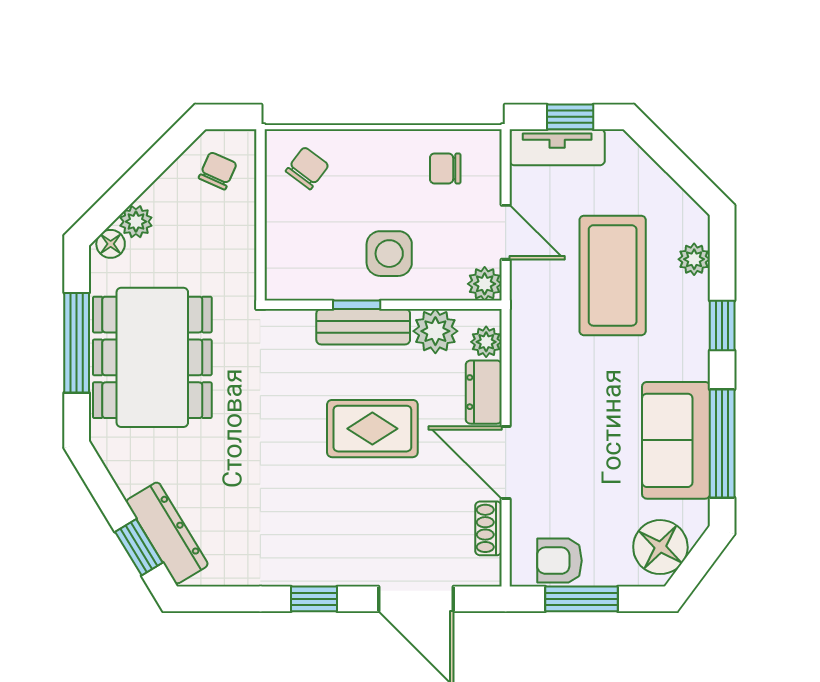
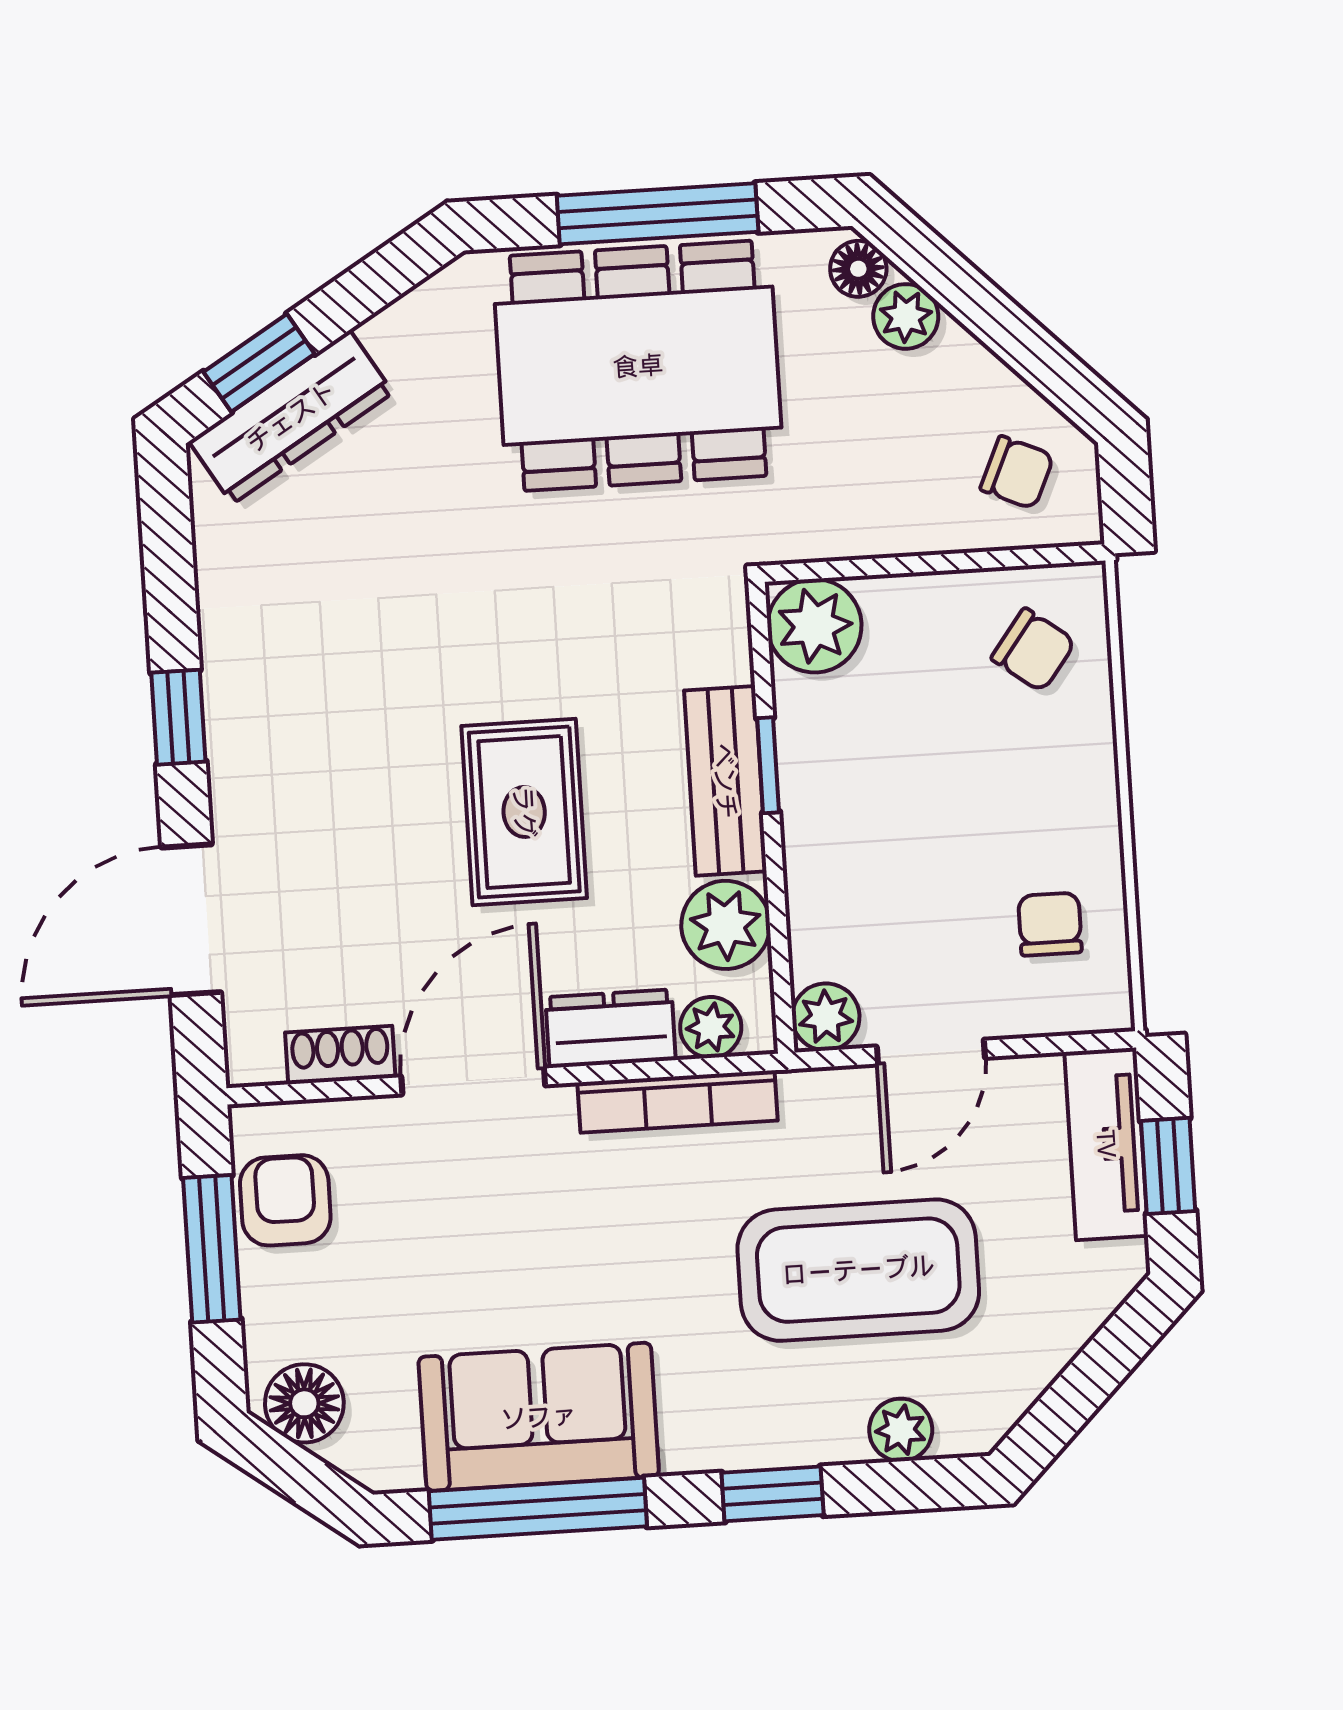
side table: (389, 254) -> (874, 824), removed
plant: (288, 277) -> (815, 626), added
bookcase: (522, 361) -> (678, 1102), added
floor lamp: (660, 547) -> (304, 1403), width x0.73, depth x0.73

